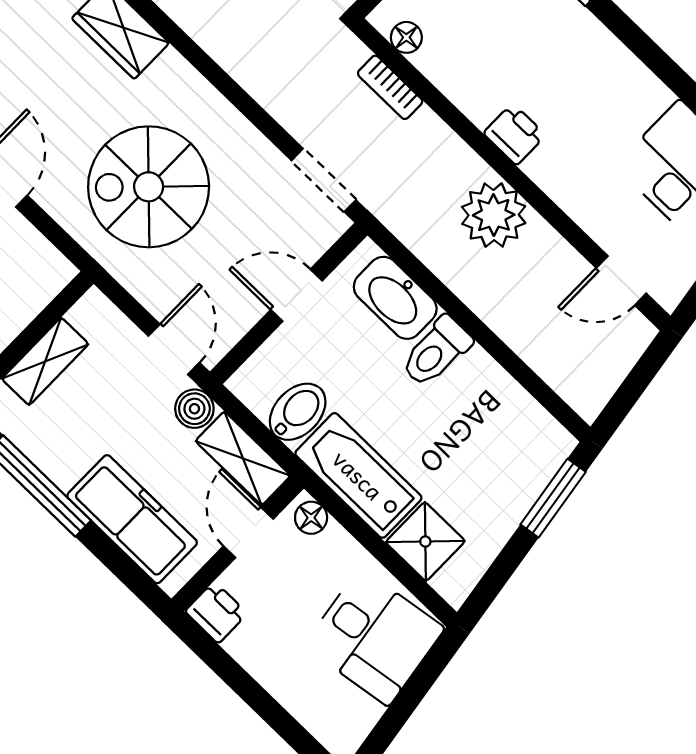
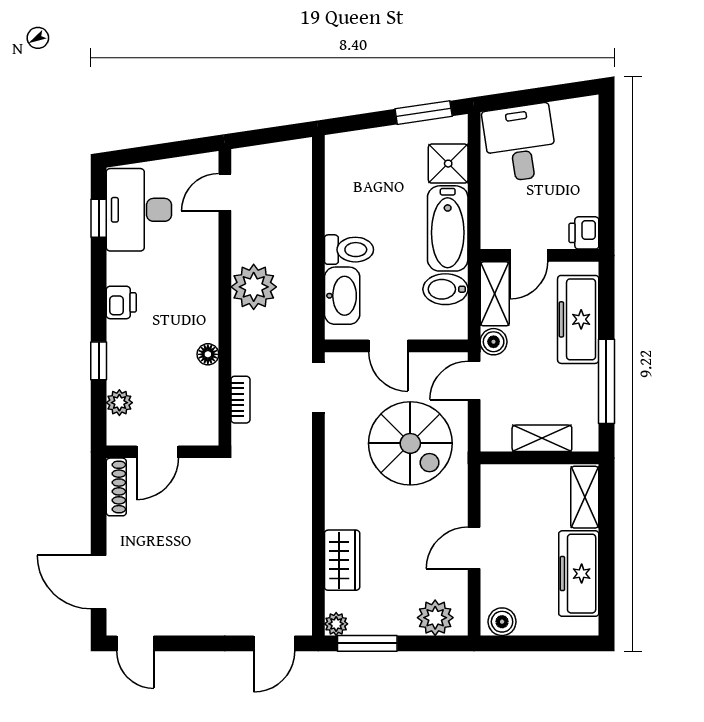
floor lamp: (406, 37) -> (208, 354), moved
printer: (515, 134) -> (121, 302), moved, turned 180
spiral stairs: (149, 187) -> (410, 443), moved
door: (621, 281) -> (225, 192), swing flipped
window: (553, 498) -> (424, 113), moved
floor lamp: (311, 518) -> (491, 232), removed

